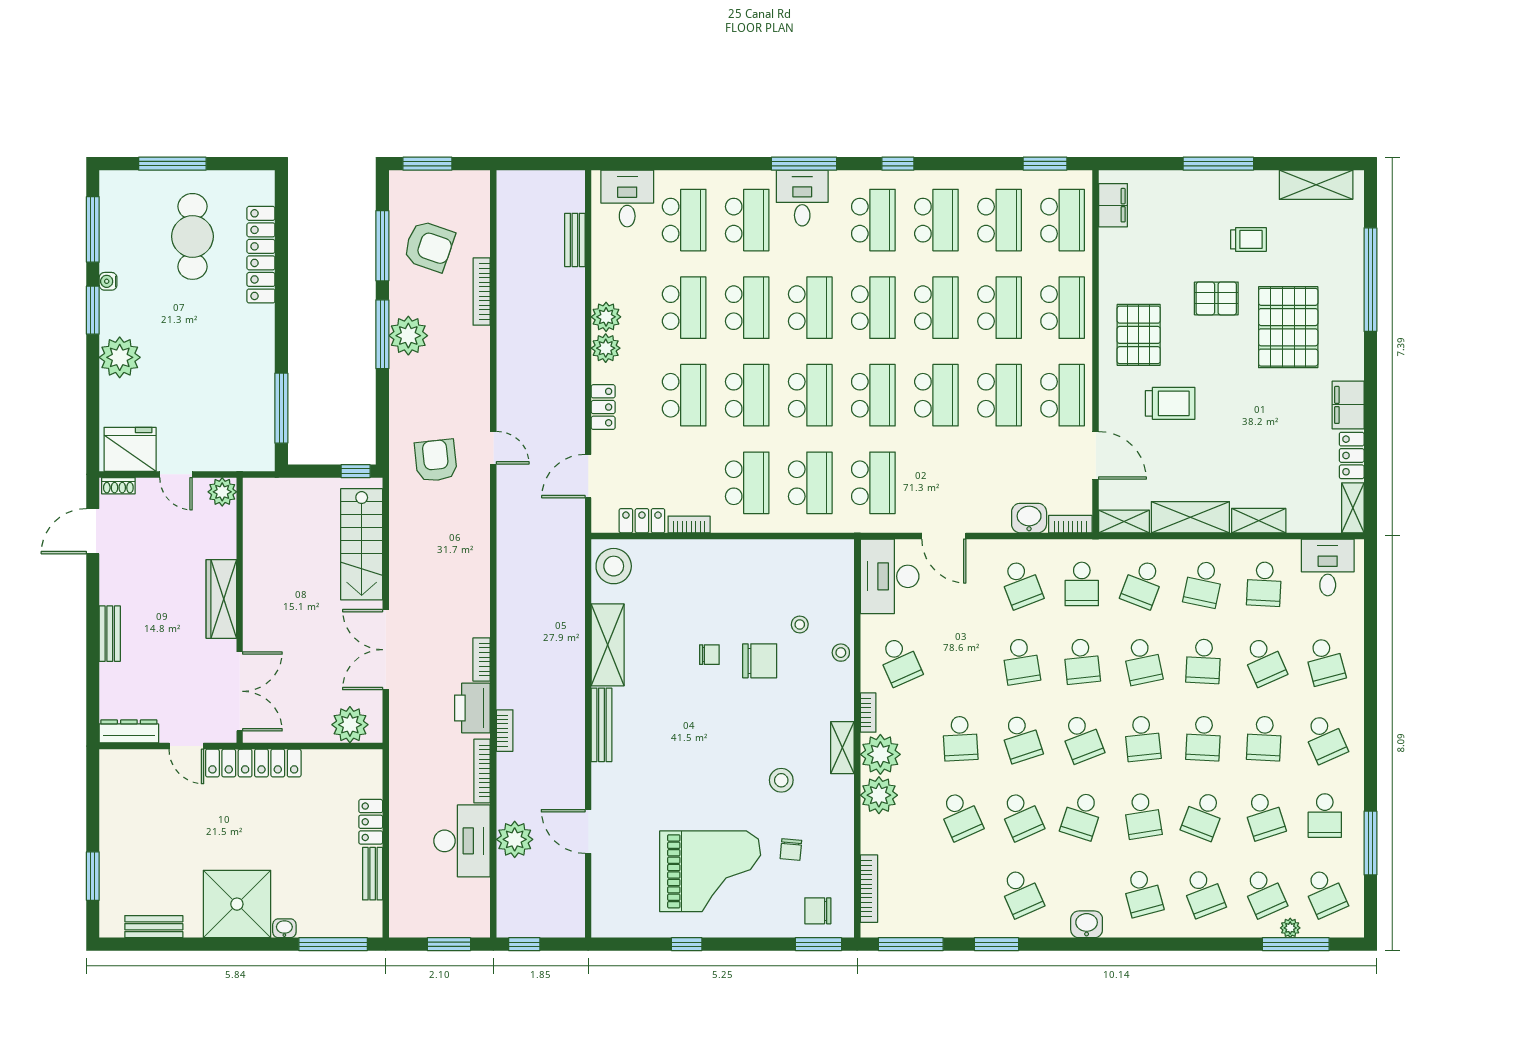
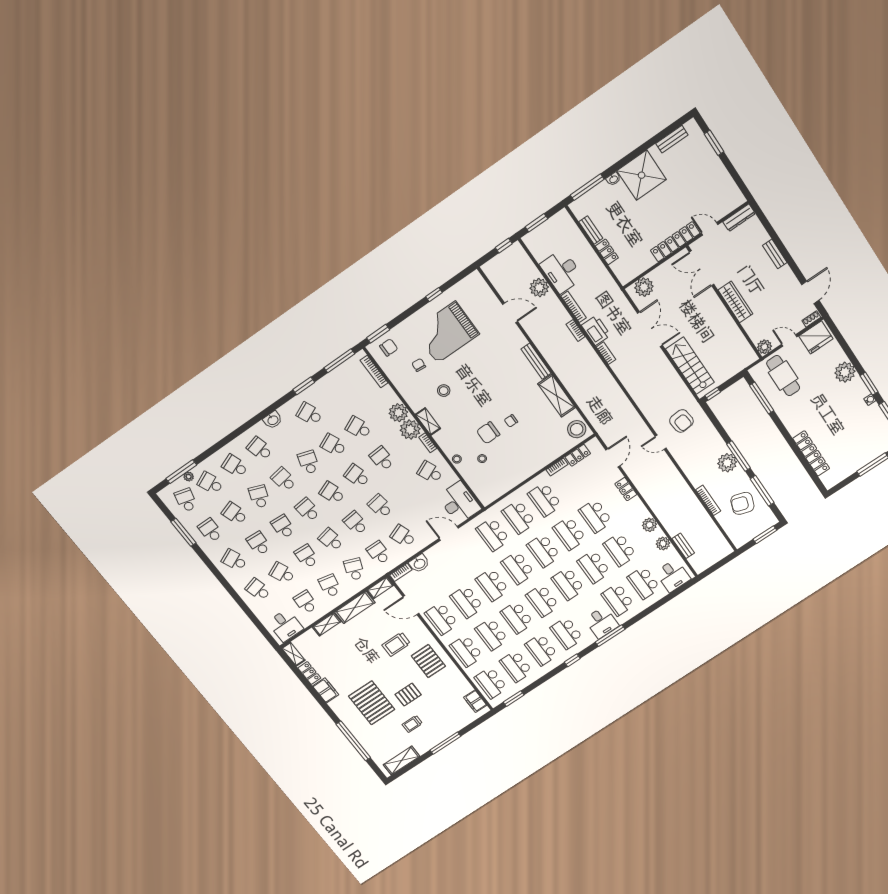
cafe table: (192, 236) -> (783, 376), moved
plant: (606, 348) -> (663, 544), moved
school desk: (1325, 893) -> (186, 500), turned 39

